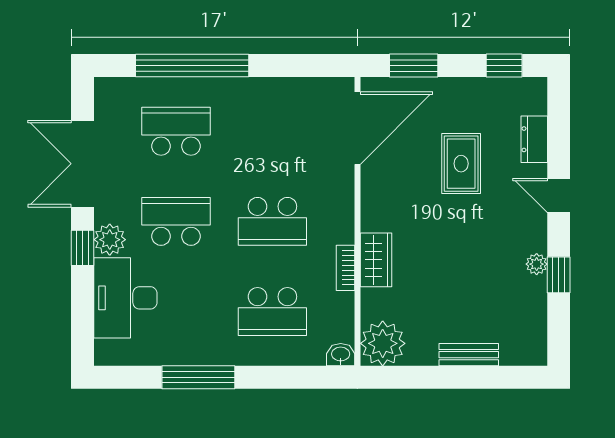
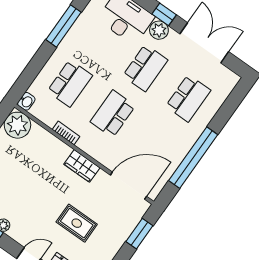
window: (192, 65) -> (193, 158), moved
door: (357, 128) -> (129, 186), swing flipped
wardrobe: (376, 260) -> (82, 166), moved
school desk: (272, 312) -> (70, 83), turned 180

